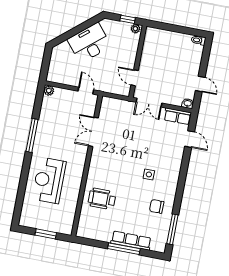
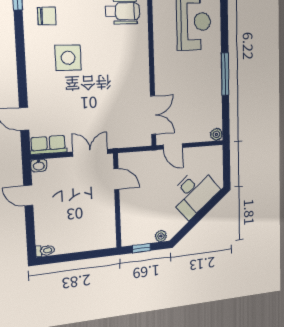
plant: (135, 29) -> (161, 236), moved
desk: (89, 43) -> (194, 193), moved
double door: (93, 132) -> (153, 115), moved
side table: (149, 174) -> (68, 58), width x1.87, depth x1.87

